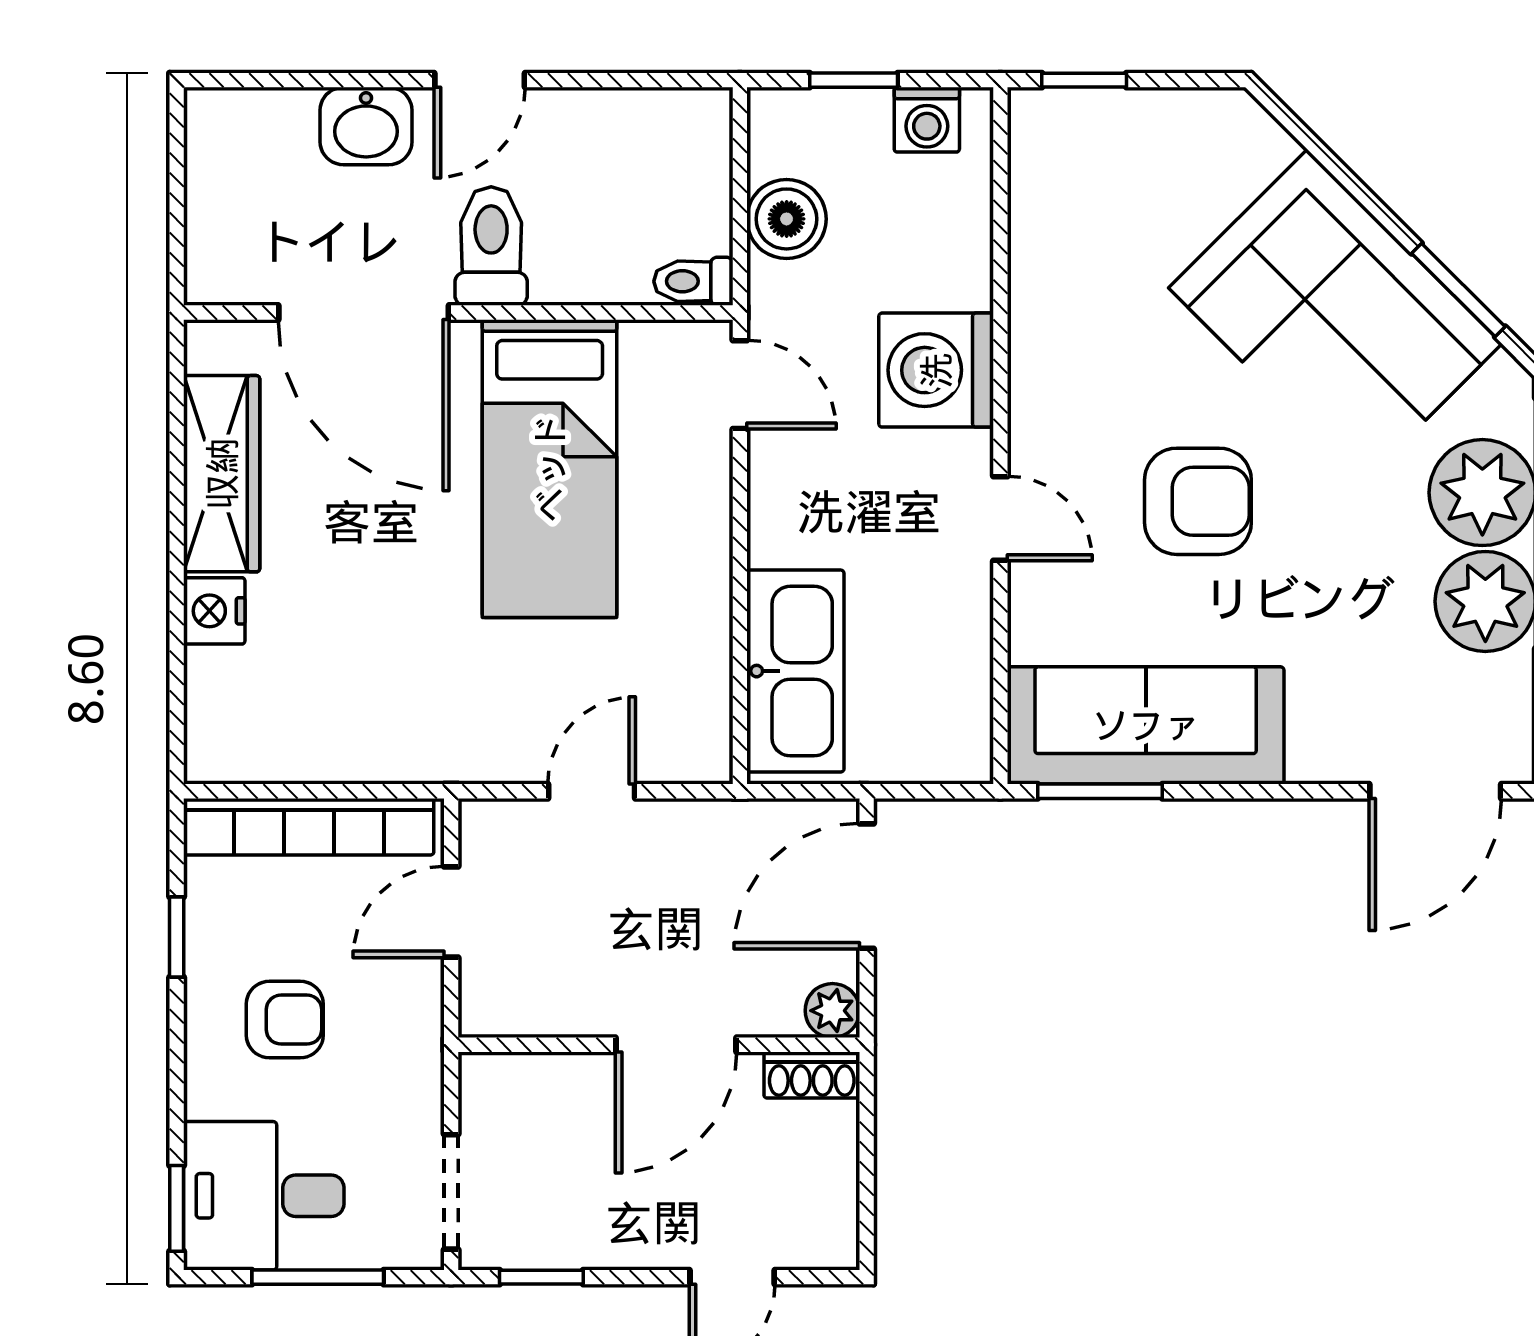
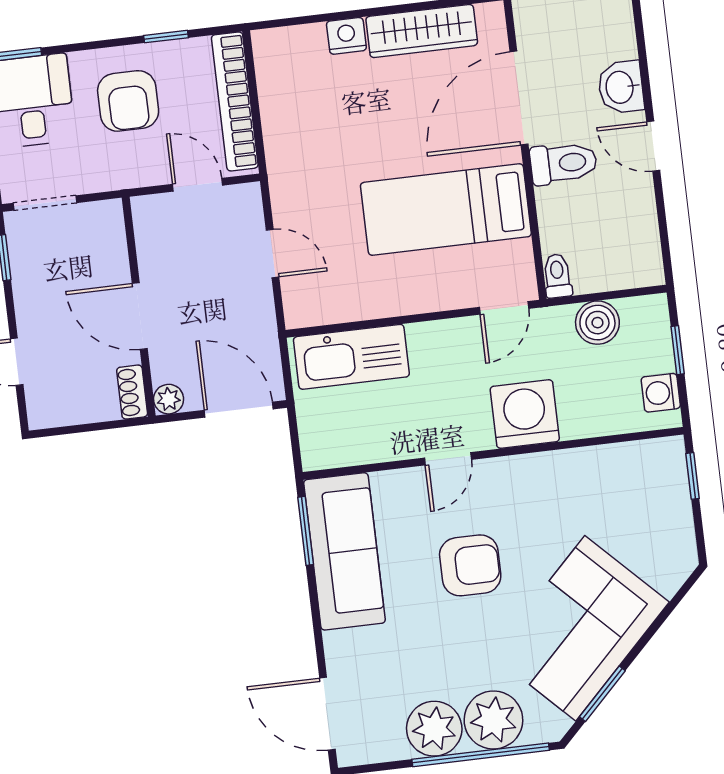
armchair: (1198, 501) -> (470, 565), turned -90
armchair: (285, 1020) -> (128, 101), width x1.38, depth x1.38

